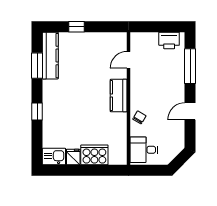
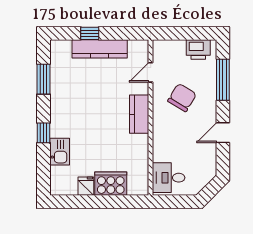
kitchen counter: (50, 56) -> (100, 49), moved, turned 90
chair: (139, 117) -> (182, 98), moved, width x1.87, depth x1.87
kitchen sink: (54, 157) -> (60, 152), moved, turned 90

